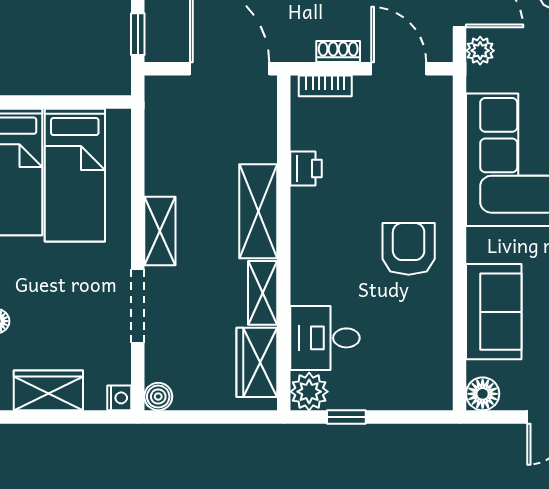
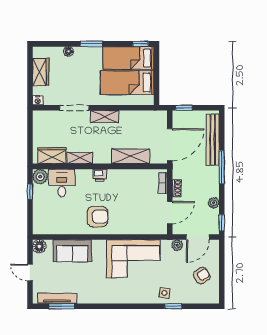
printer: (306, 168) -> (100, 175), moved
shelving: (258, 211) -> (131, 156), moved
boiler: (158, 397) -> (38, 116), removed

